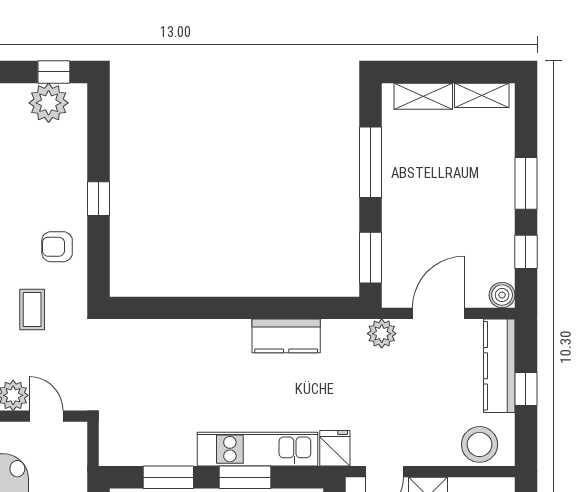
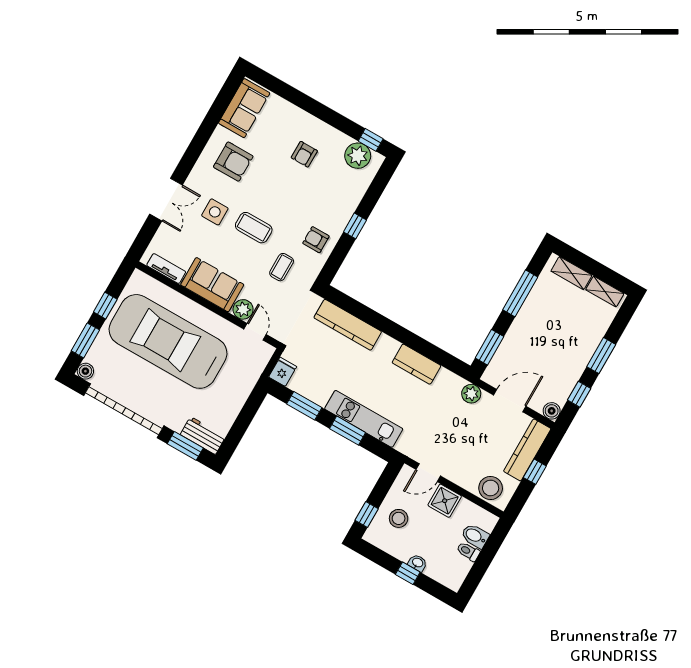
kitchen counter: (164, 336) -> (348, 325), added
fridge: (335, 448) -> (283, 372), moved

